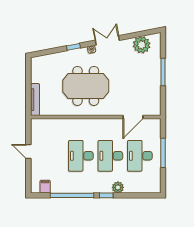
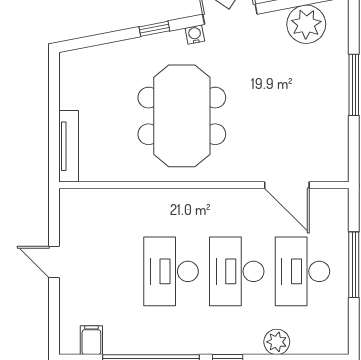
meeting table: (86, 86) -> (182, 116), turned 90
door: (133, 117) -> (287, 185), hinge flipped
plant: (118, 187) -> (277, 342), moved

